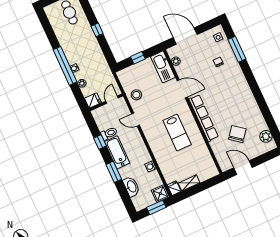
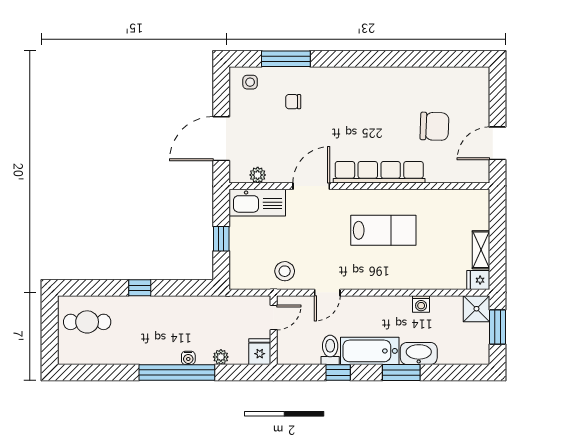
door: (112, 100) -> (274, 318), swing flipped
chair: (237, 134) -> (434, 126), turned 144
plant: (266, 136) -> (461, 78), removed
washbasin: (131, 187) -> (419, 353), moved

